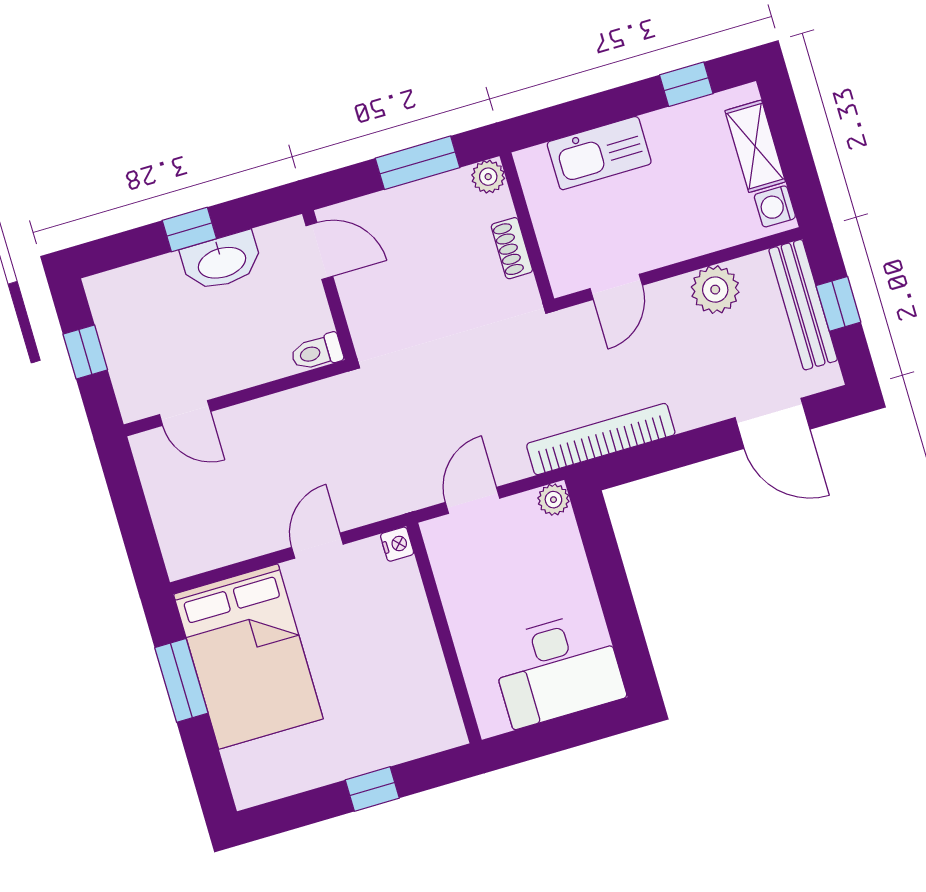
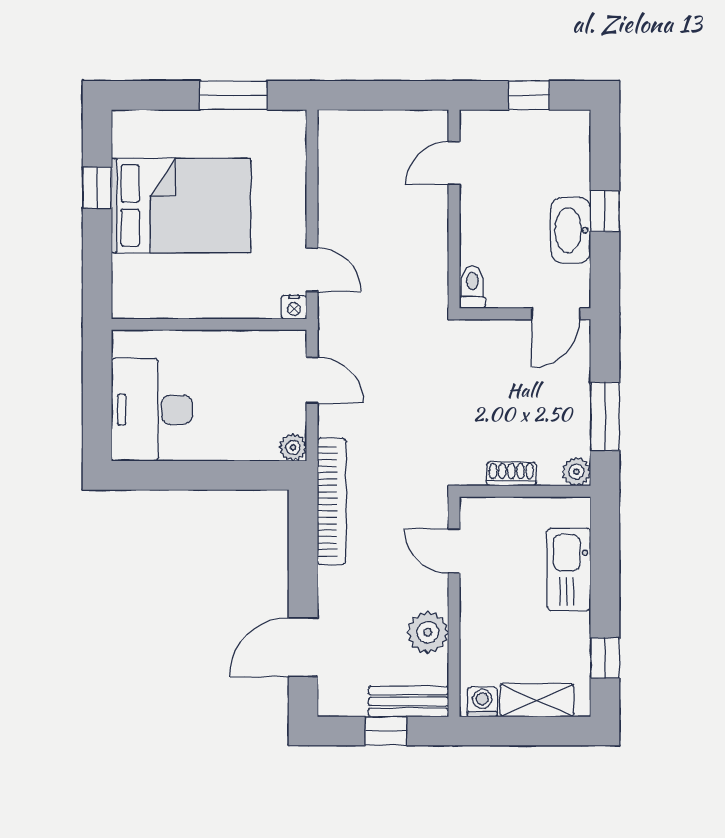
bench: (803, 305) -> (409, 701), width x0.73
door: (317, 546) -> (312, 270), moved
bed: (248, 657) -> (181, 206), moved, turned 180
window: (372, 789) -> (97, 188), moved

